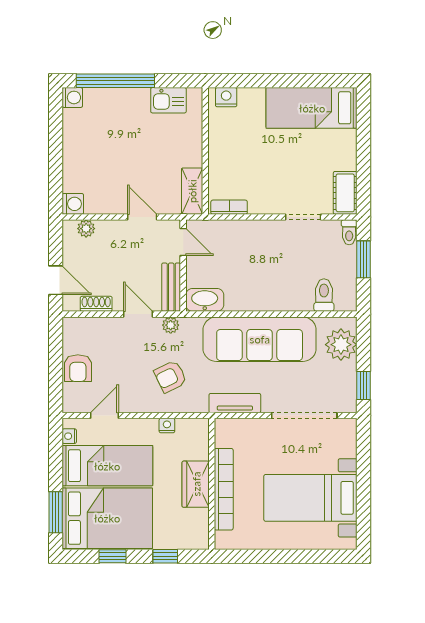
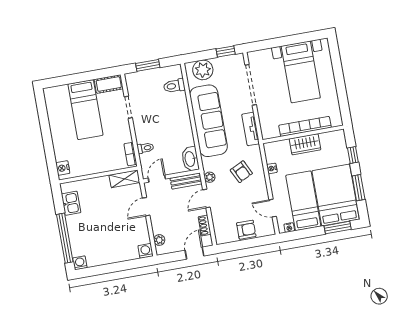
bed: (312, 108) -> (85, 110), moved
toilet: (349, 232) -> (145, 148), moved
window: (112, 556) -> (359, 188), width x1.50

